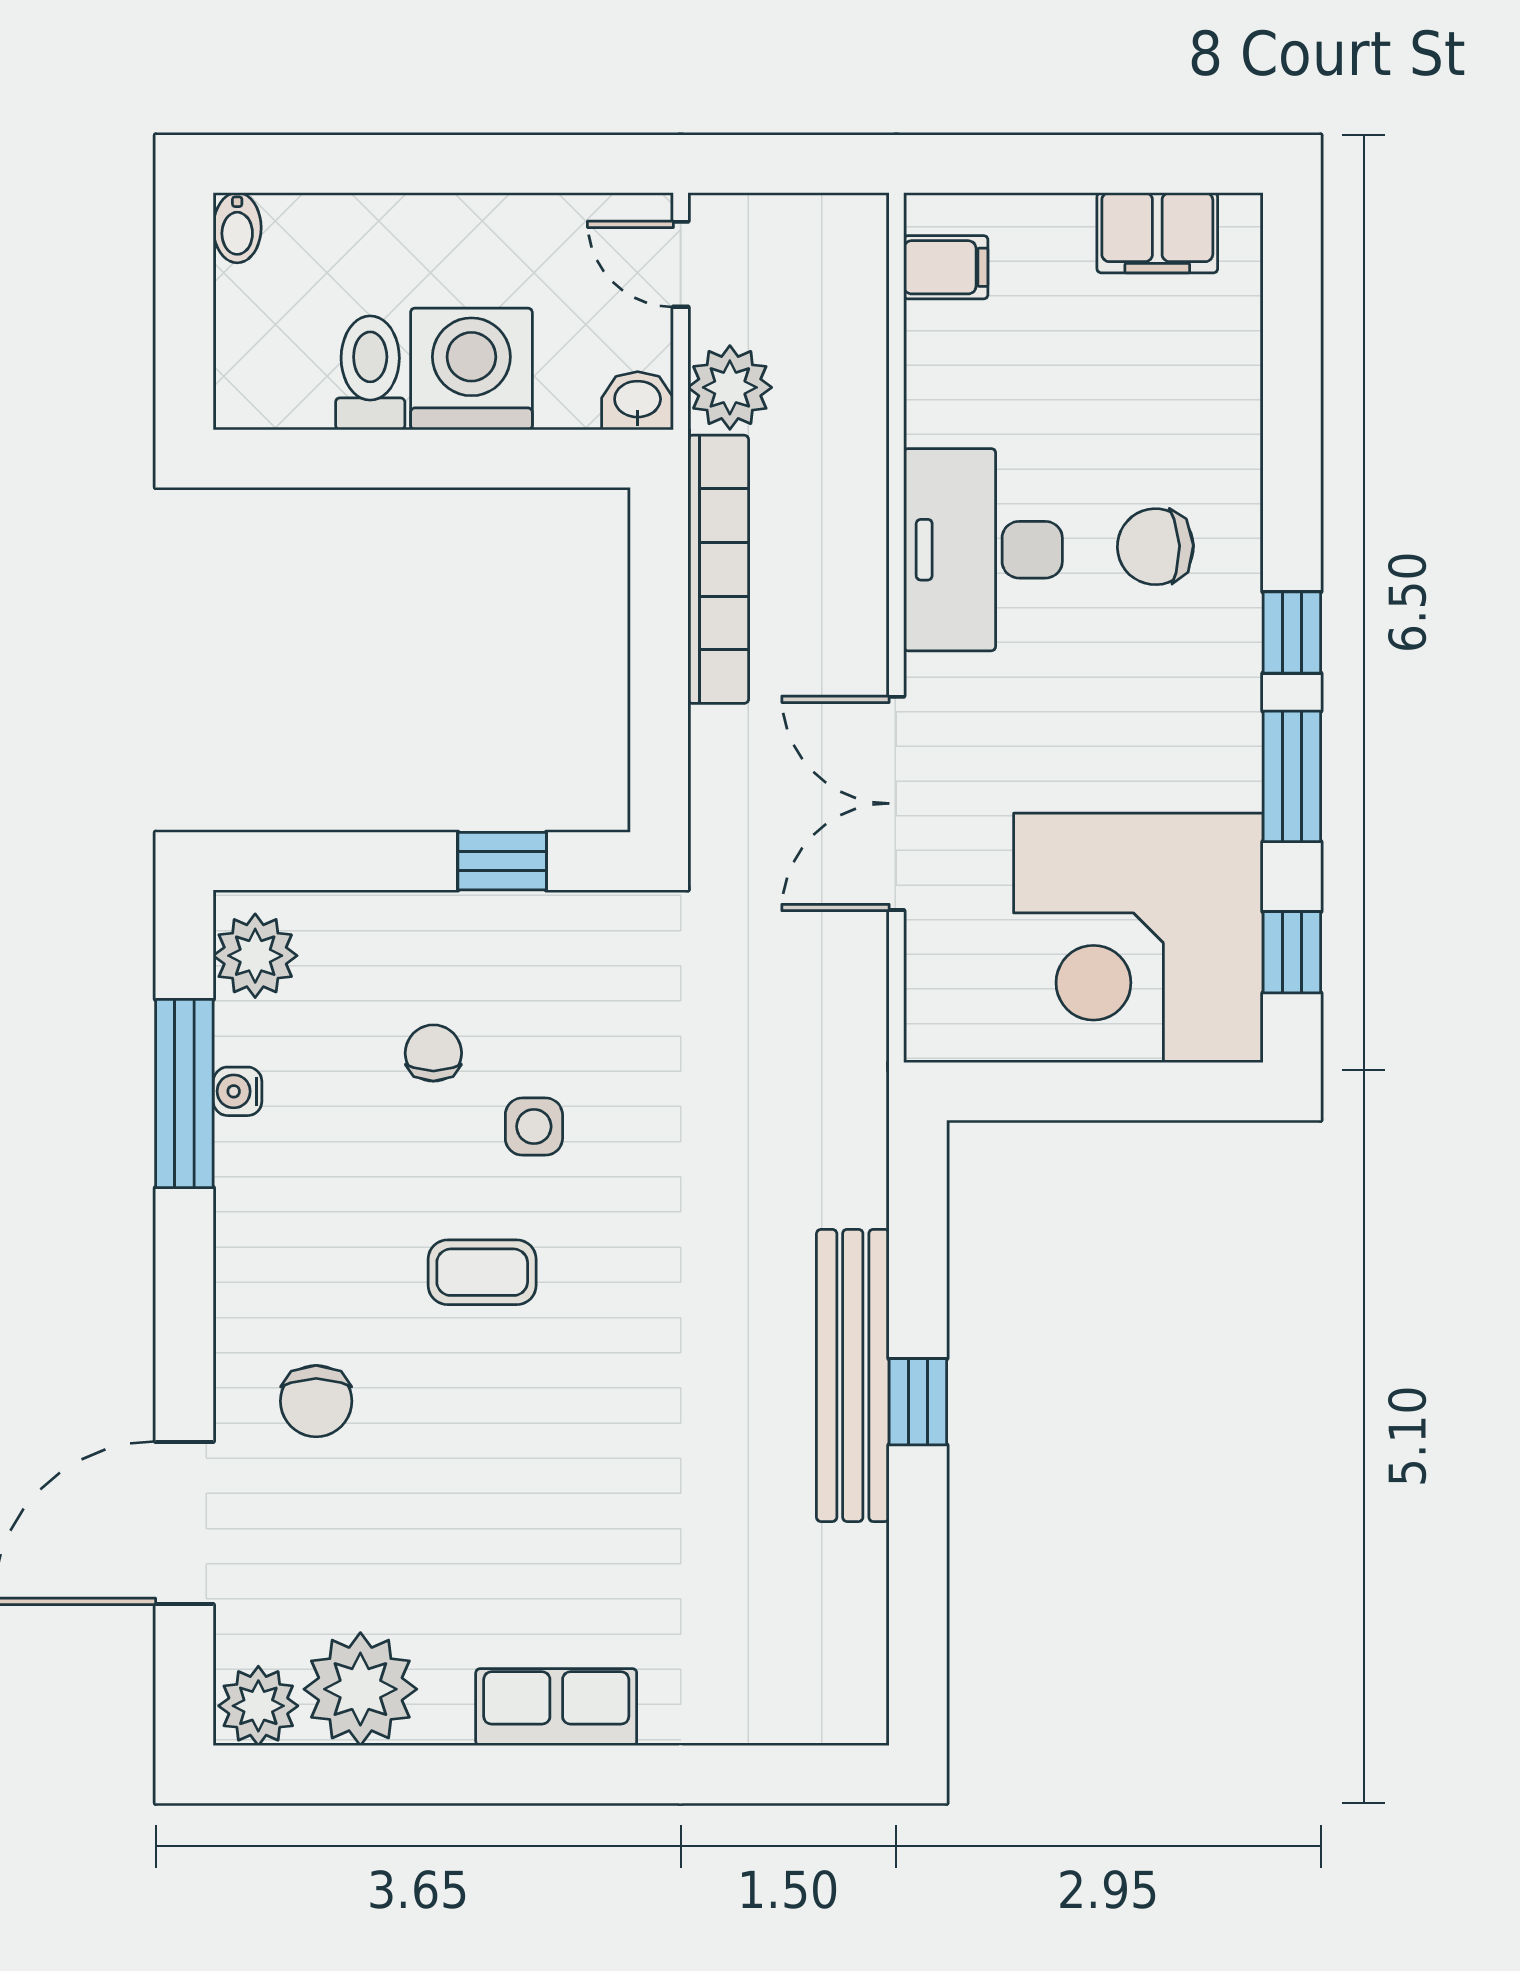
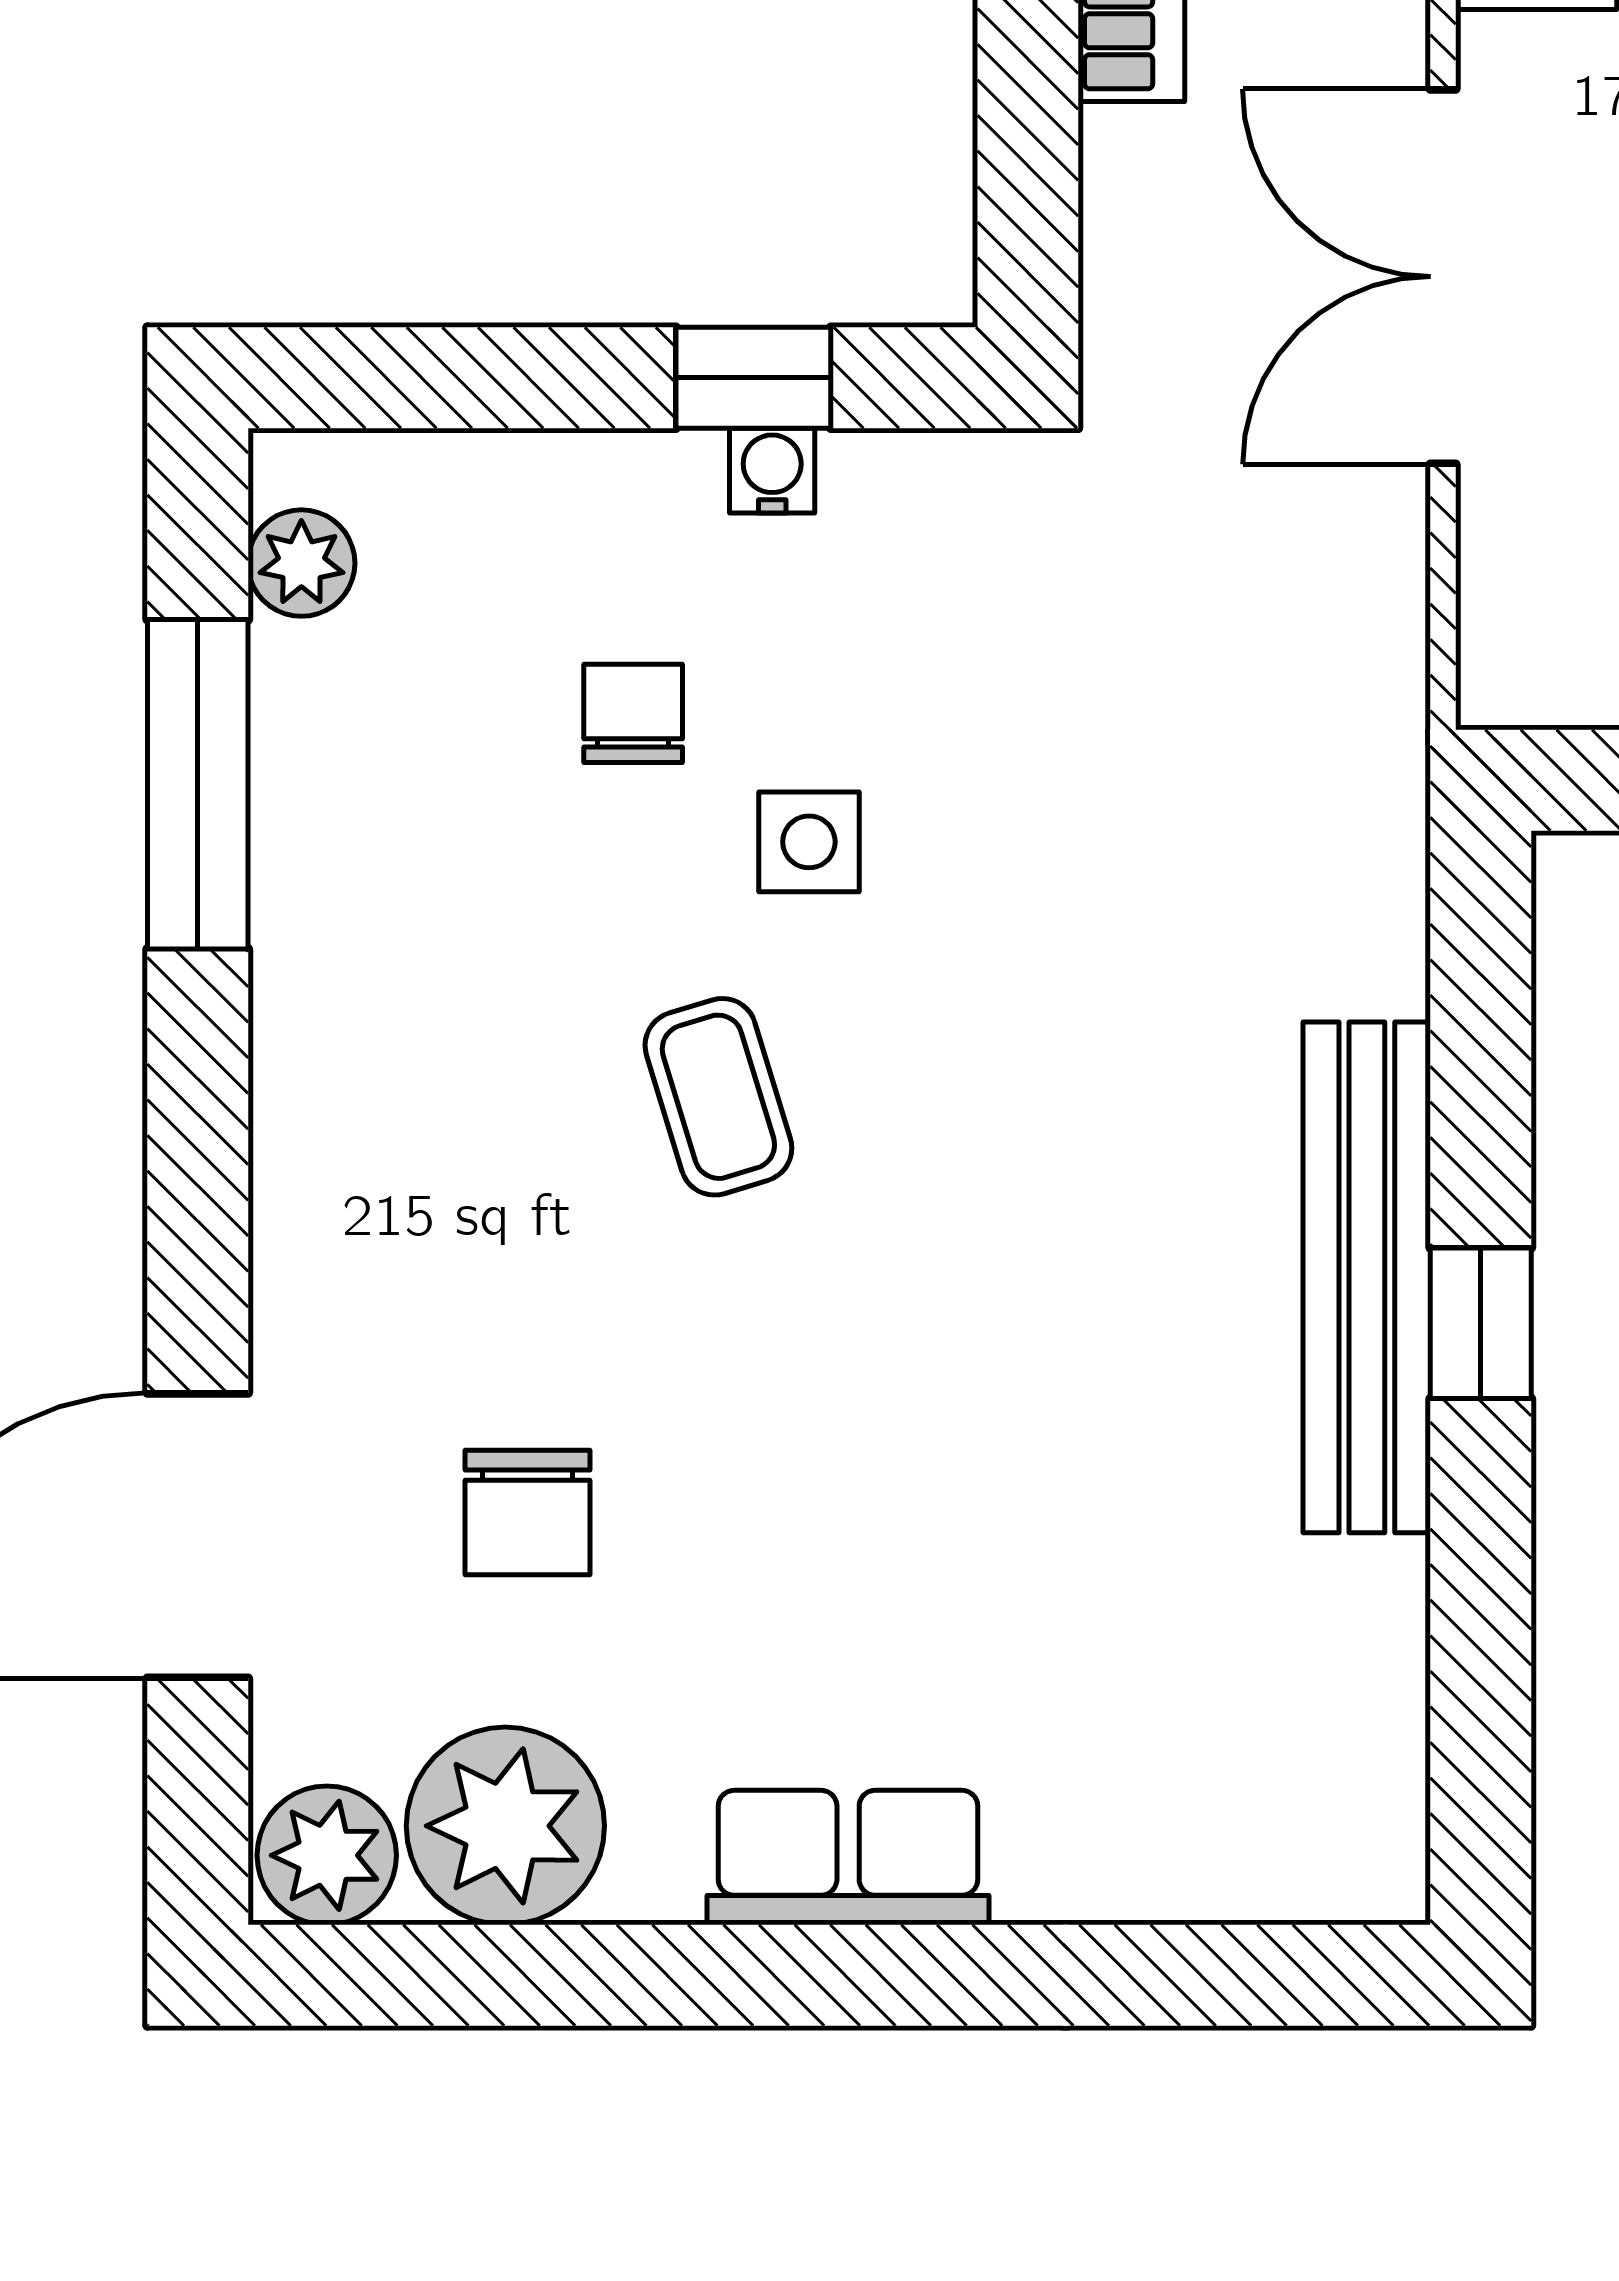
plant: (255, 956) -> (301, 563), width x0.73, depth x0.73
water cooler: (238, 1091) -> (772, 471), moved, turned 90
coffee table: (482, 1272) -> (718, 1097), turned 73
chair: (316, 1401) -> (528, 1513), moved

